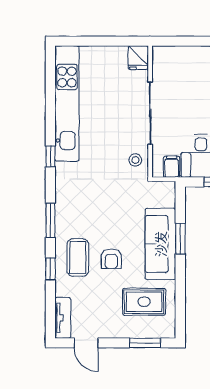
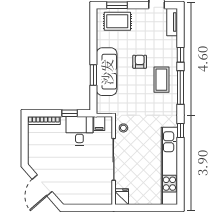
window: (50, 220) -> (180, 87), width x1.44
coffee table: (78, 257) -> (161, 80), moved
rug: (144, 302) -> (117, 21), moved

